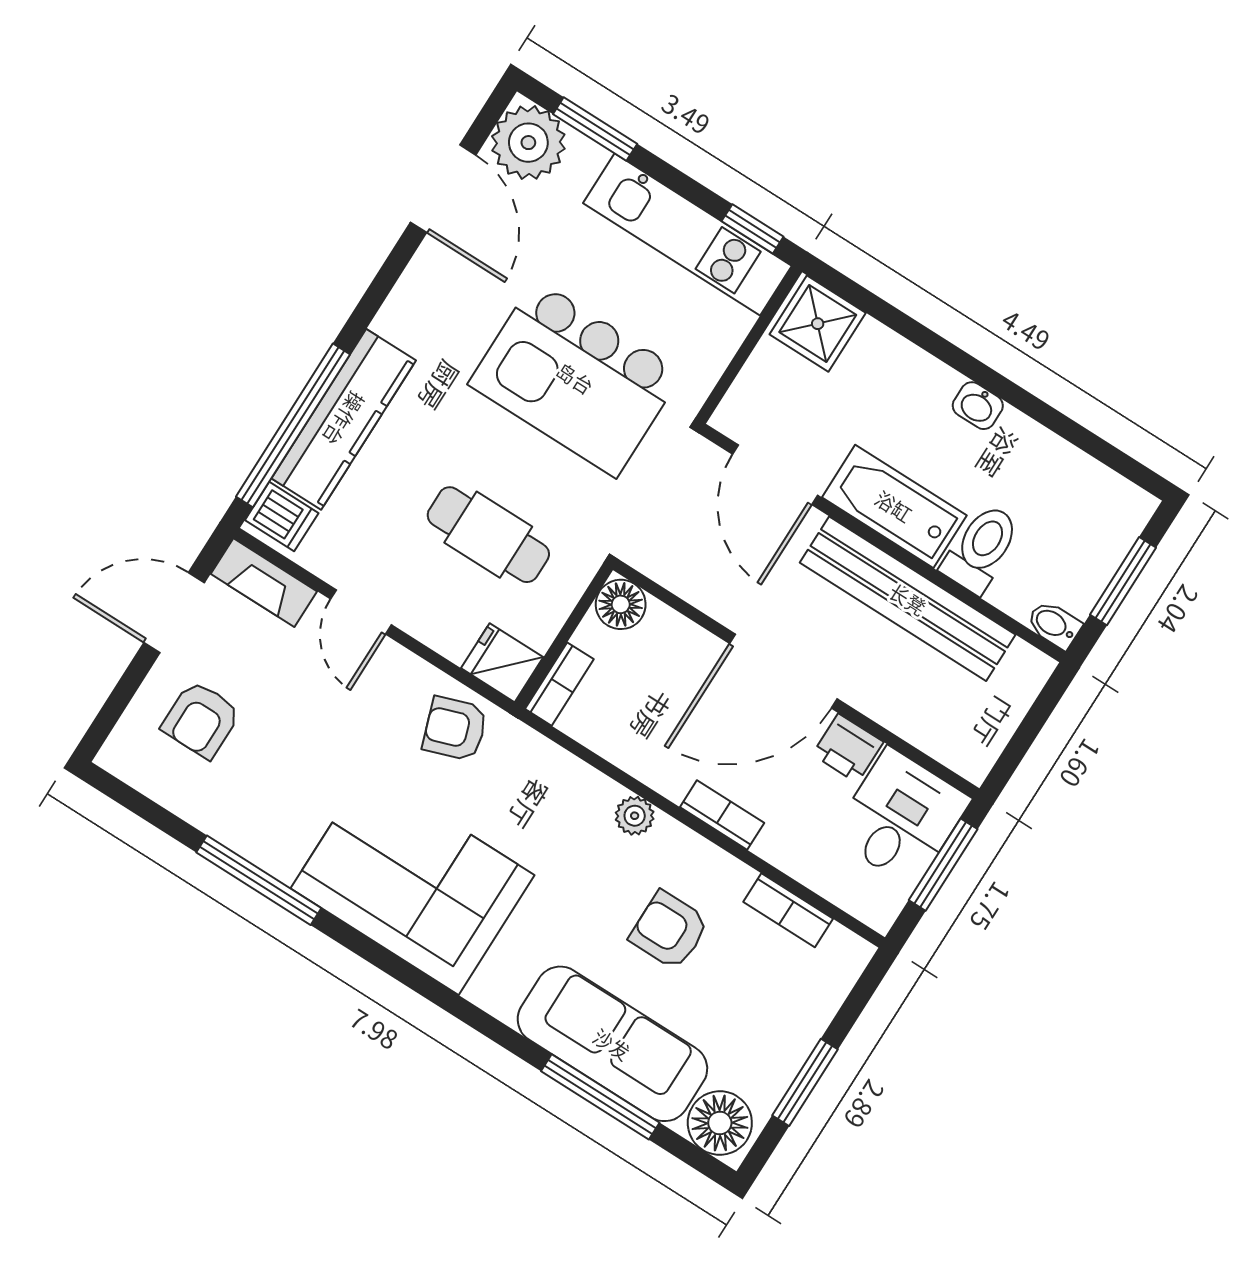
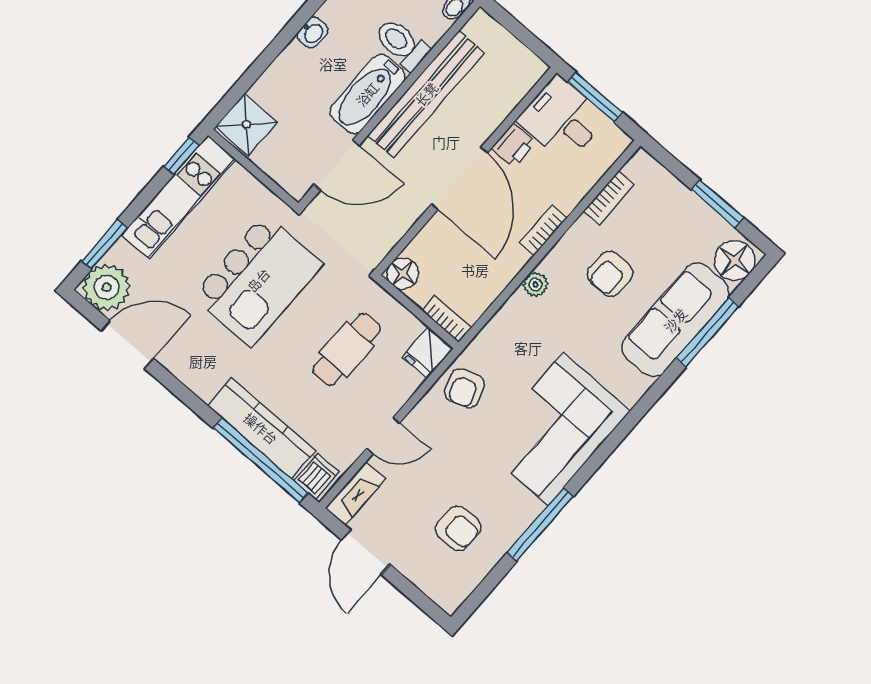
armchair: (201, 720) -> (458, 528), moved

